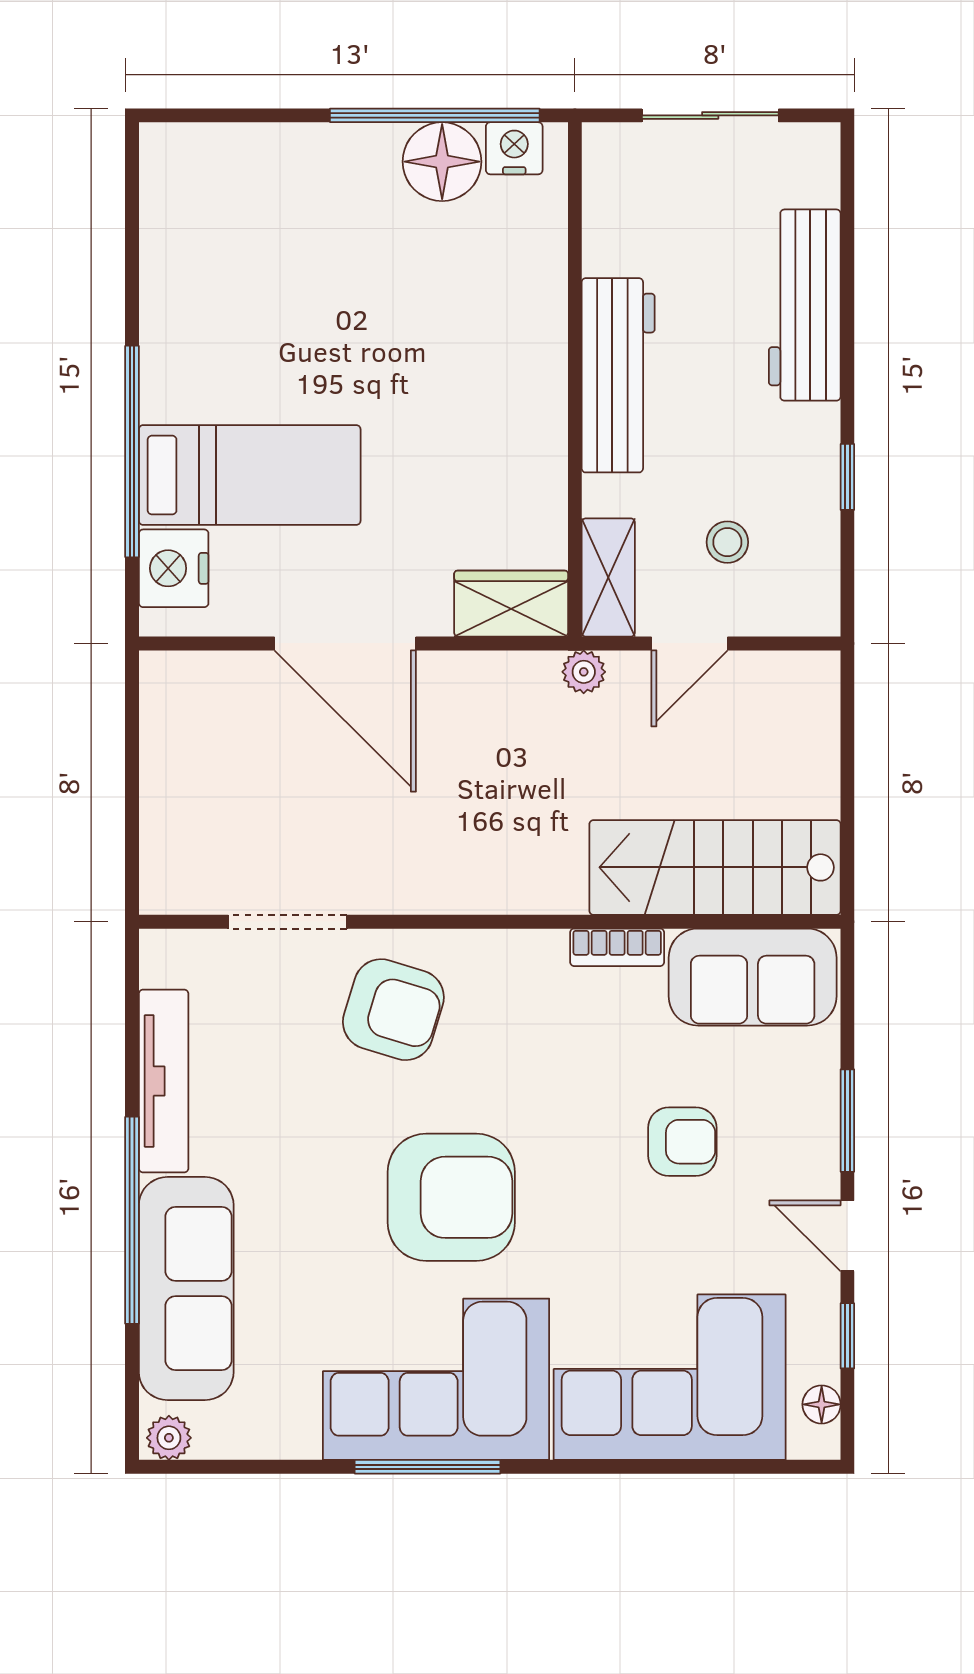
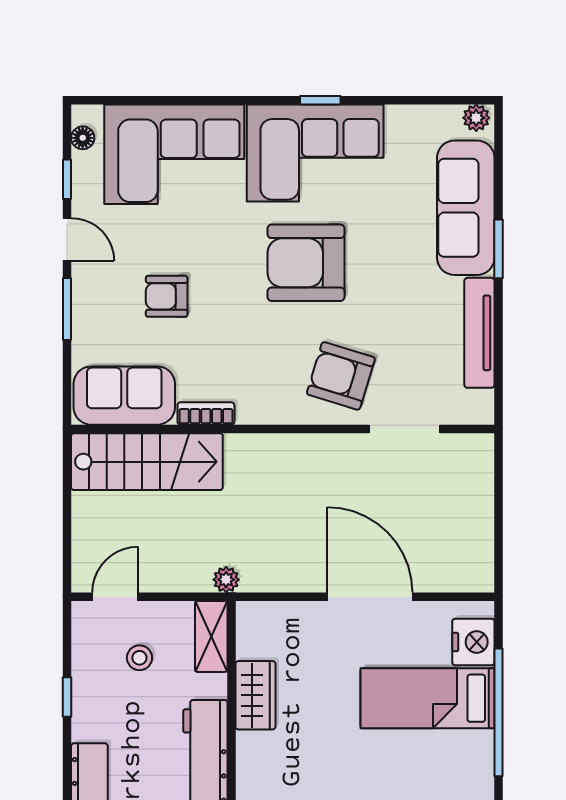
wardrobe: (511, 604) -> (255, 695), moved, turned -90
door: (689, 643) -> (115, 597), moved
window: (132, 1220) -> (498, 249), width x0.47
window: (427, 1467) -> (320, 100), width x0.46

